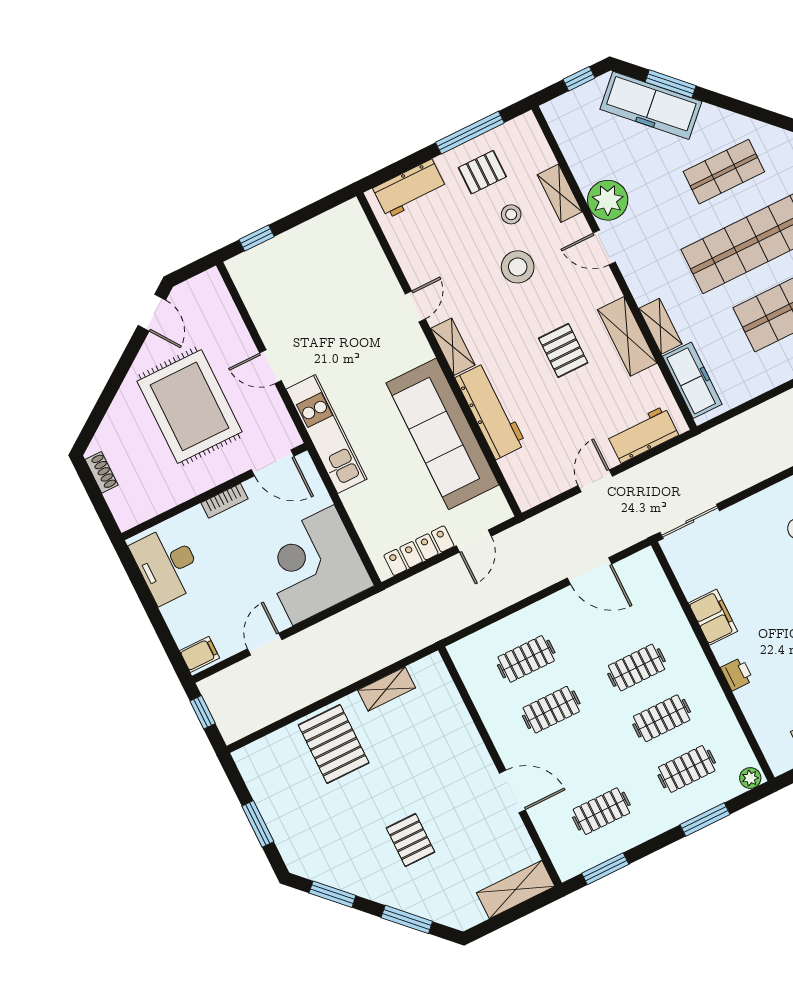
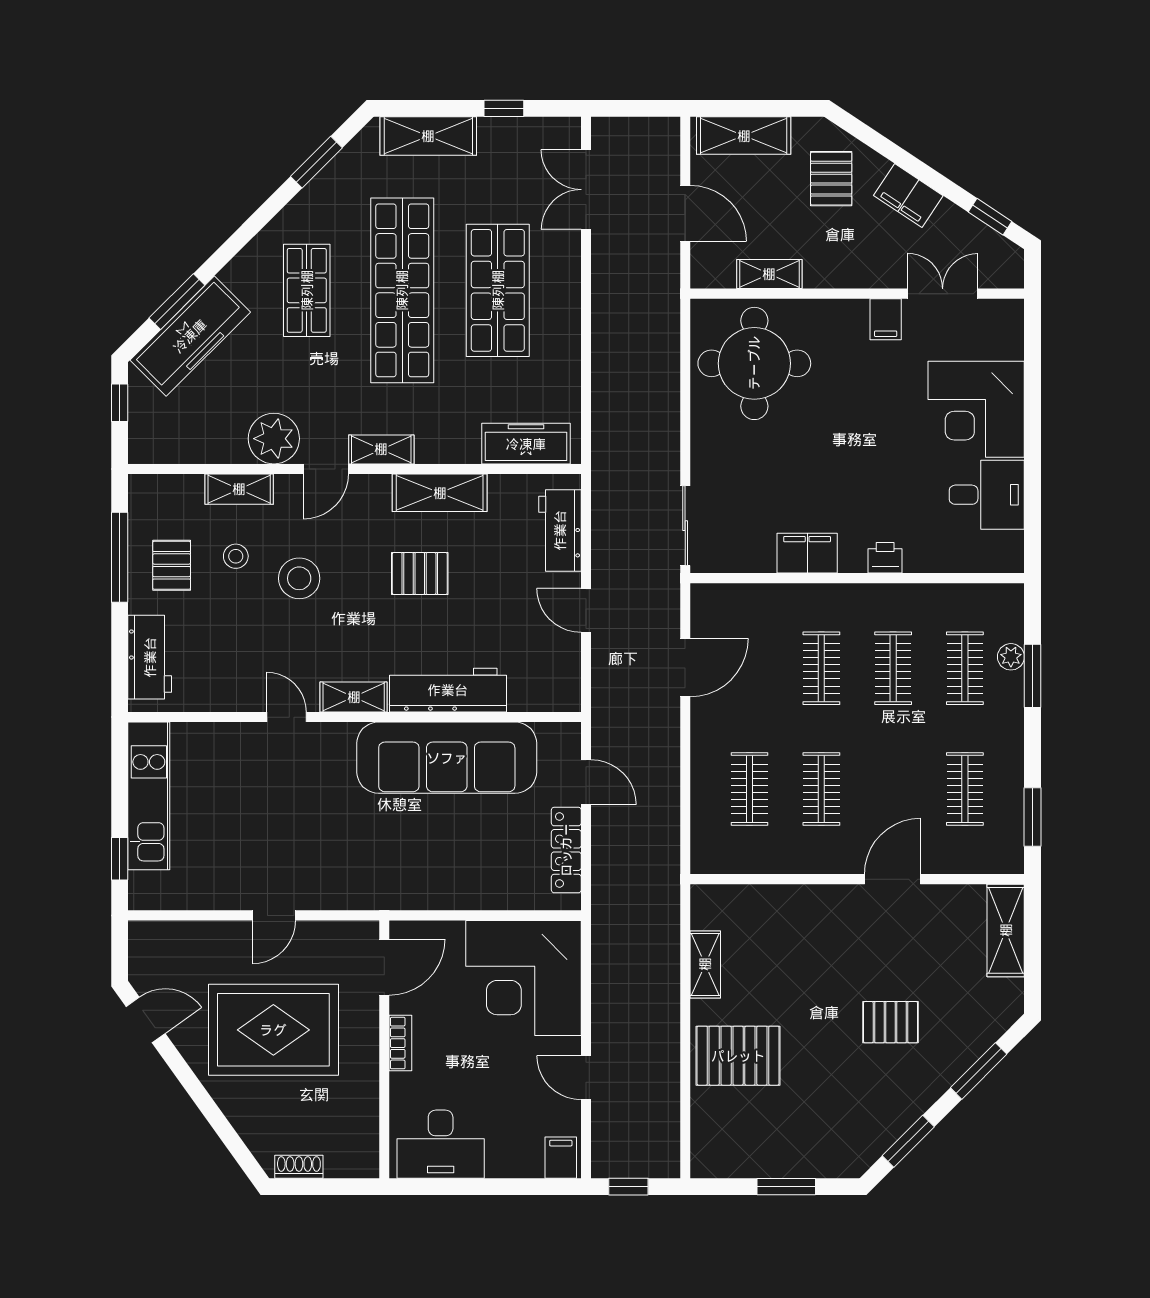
shelving: (660, 326) -> (381, 449), moved
kitchen unit: (326, 434) -> (149, 796), moved, turned 90
plant: (750, 778) -> (1011, 657), moved

